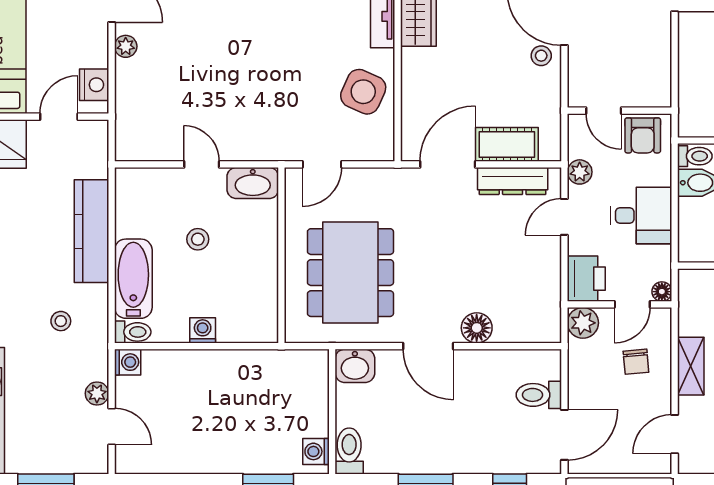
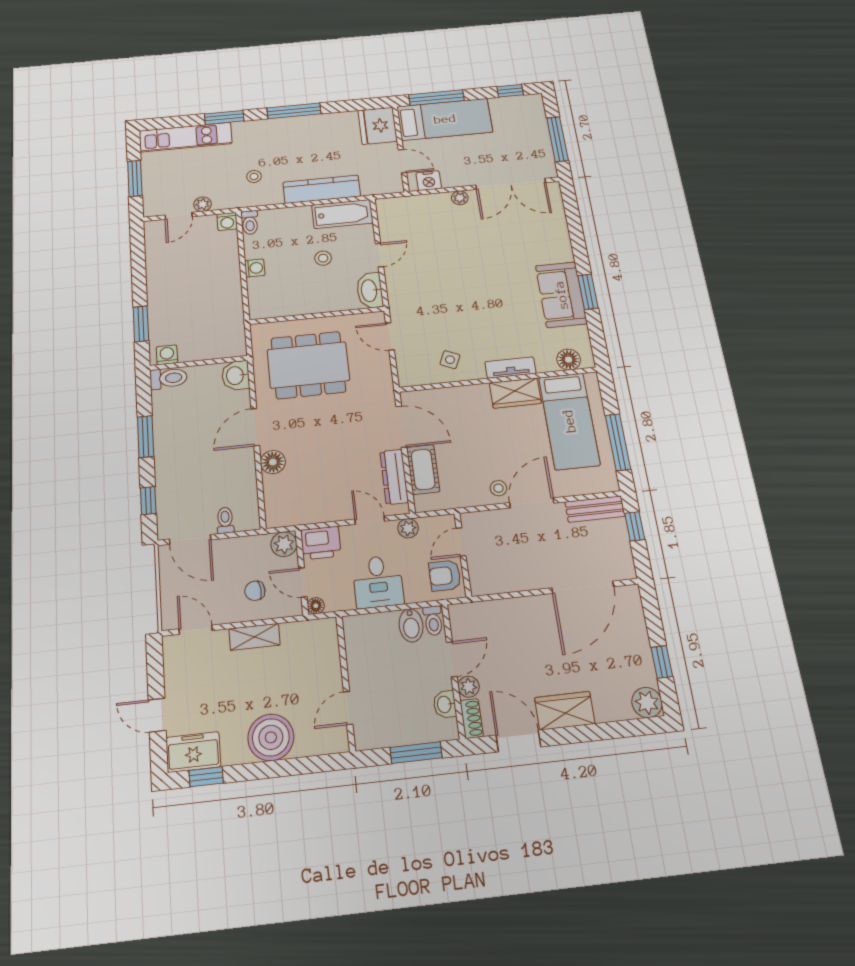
side table: (363, 92) -> (450, 360), width x0.54, depth x0.54
bathtub: (133, 279) -> (342, 214), moved
toilet: (539, 395) -> (225, 520), width x0.73, depth x0.72

